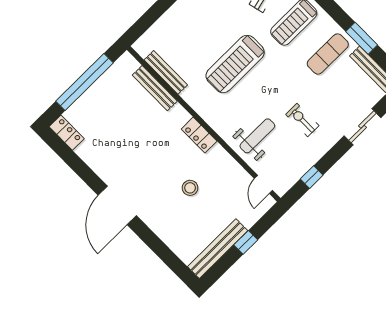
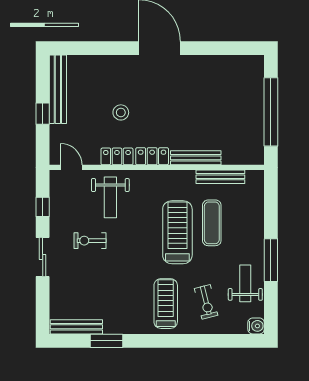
exercise mat: (328, 54) -> (212, 223), moved
bench: (155, 88) -> (196, 158), moved
exercise bike: (302, 120) -> (90, 241), turned 180
sliding door: (362, 127) -> (43, 257), moved
locker: (67, 133) -> (117, 156), moved, turned 180

